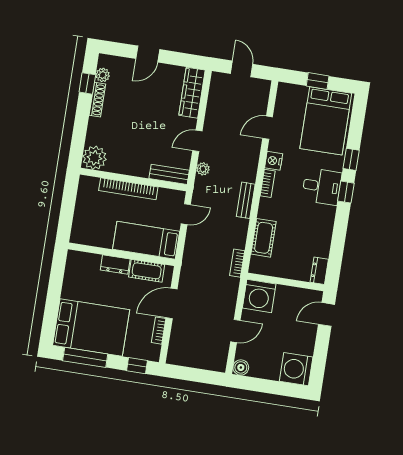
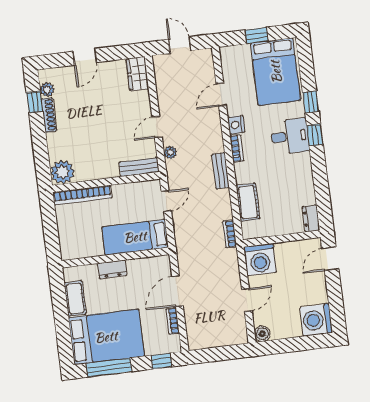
wardrobe: (192, 93) -> (137, 74), width x0.67
bookcase: (128, 189) -> (82, 195), moved
cot: (147, 271) -> (75, 298), moved, turned 90

